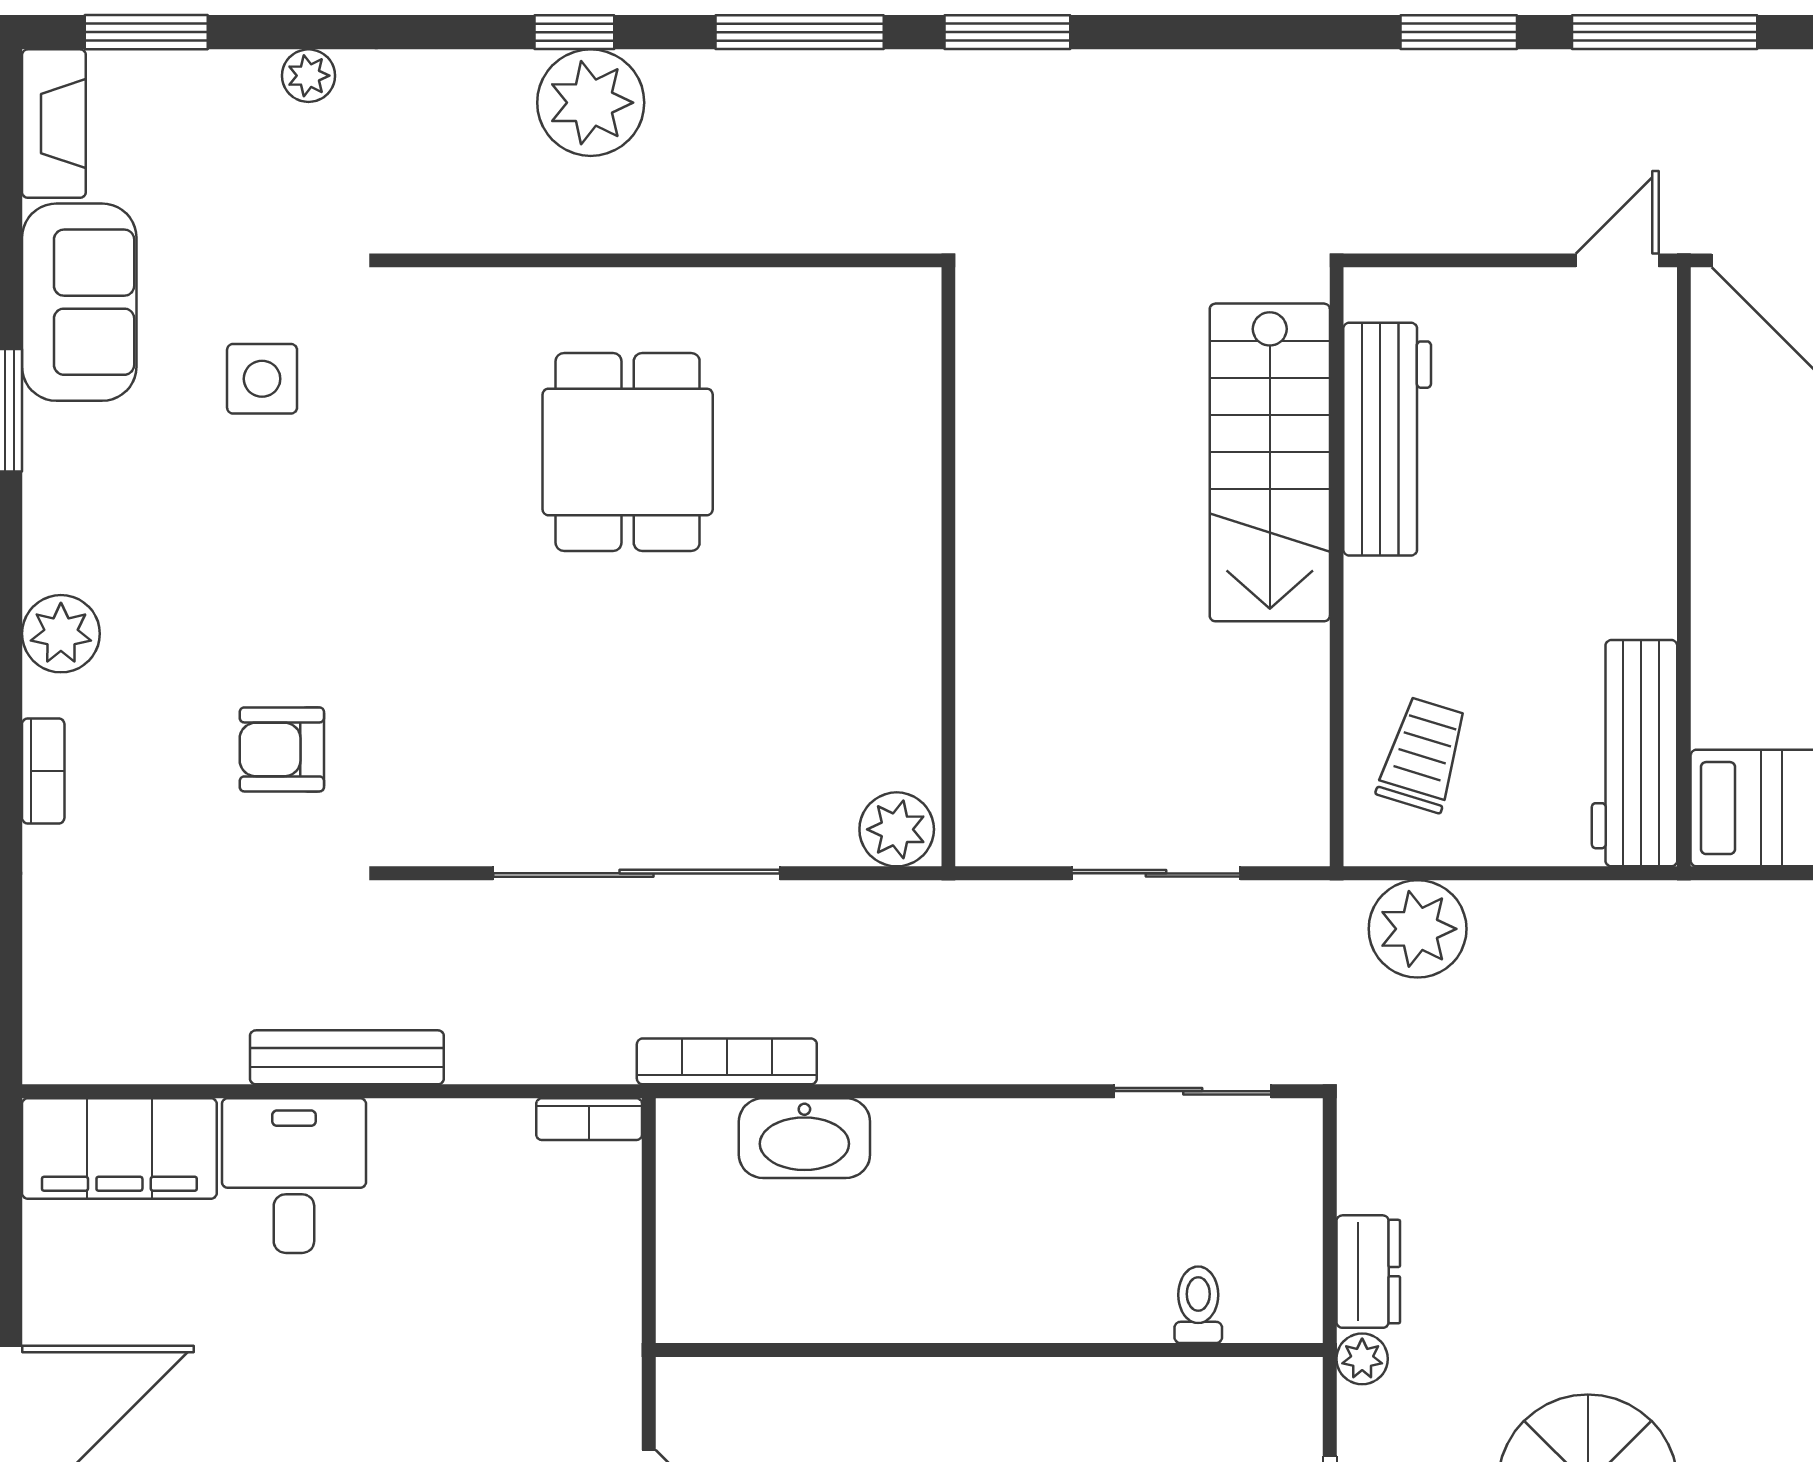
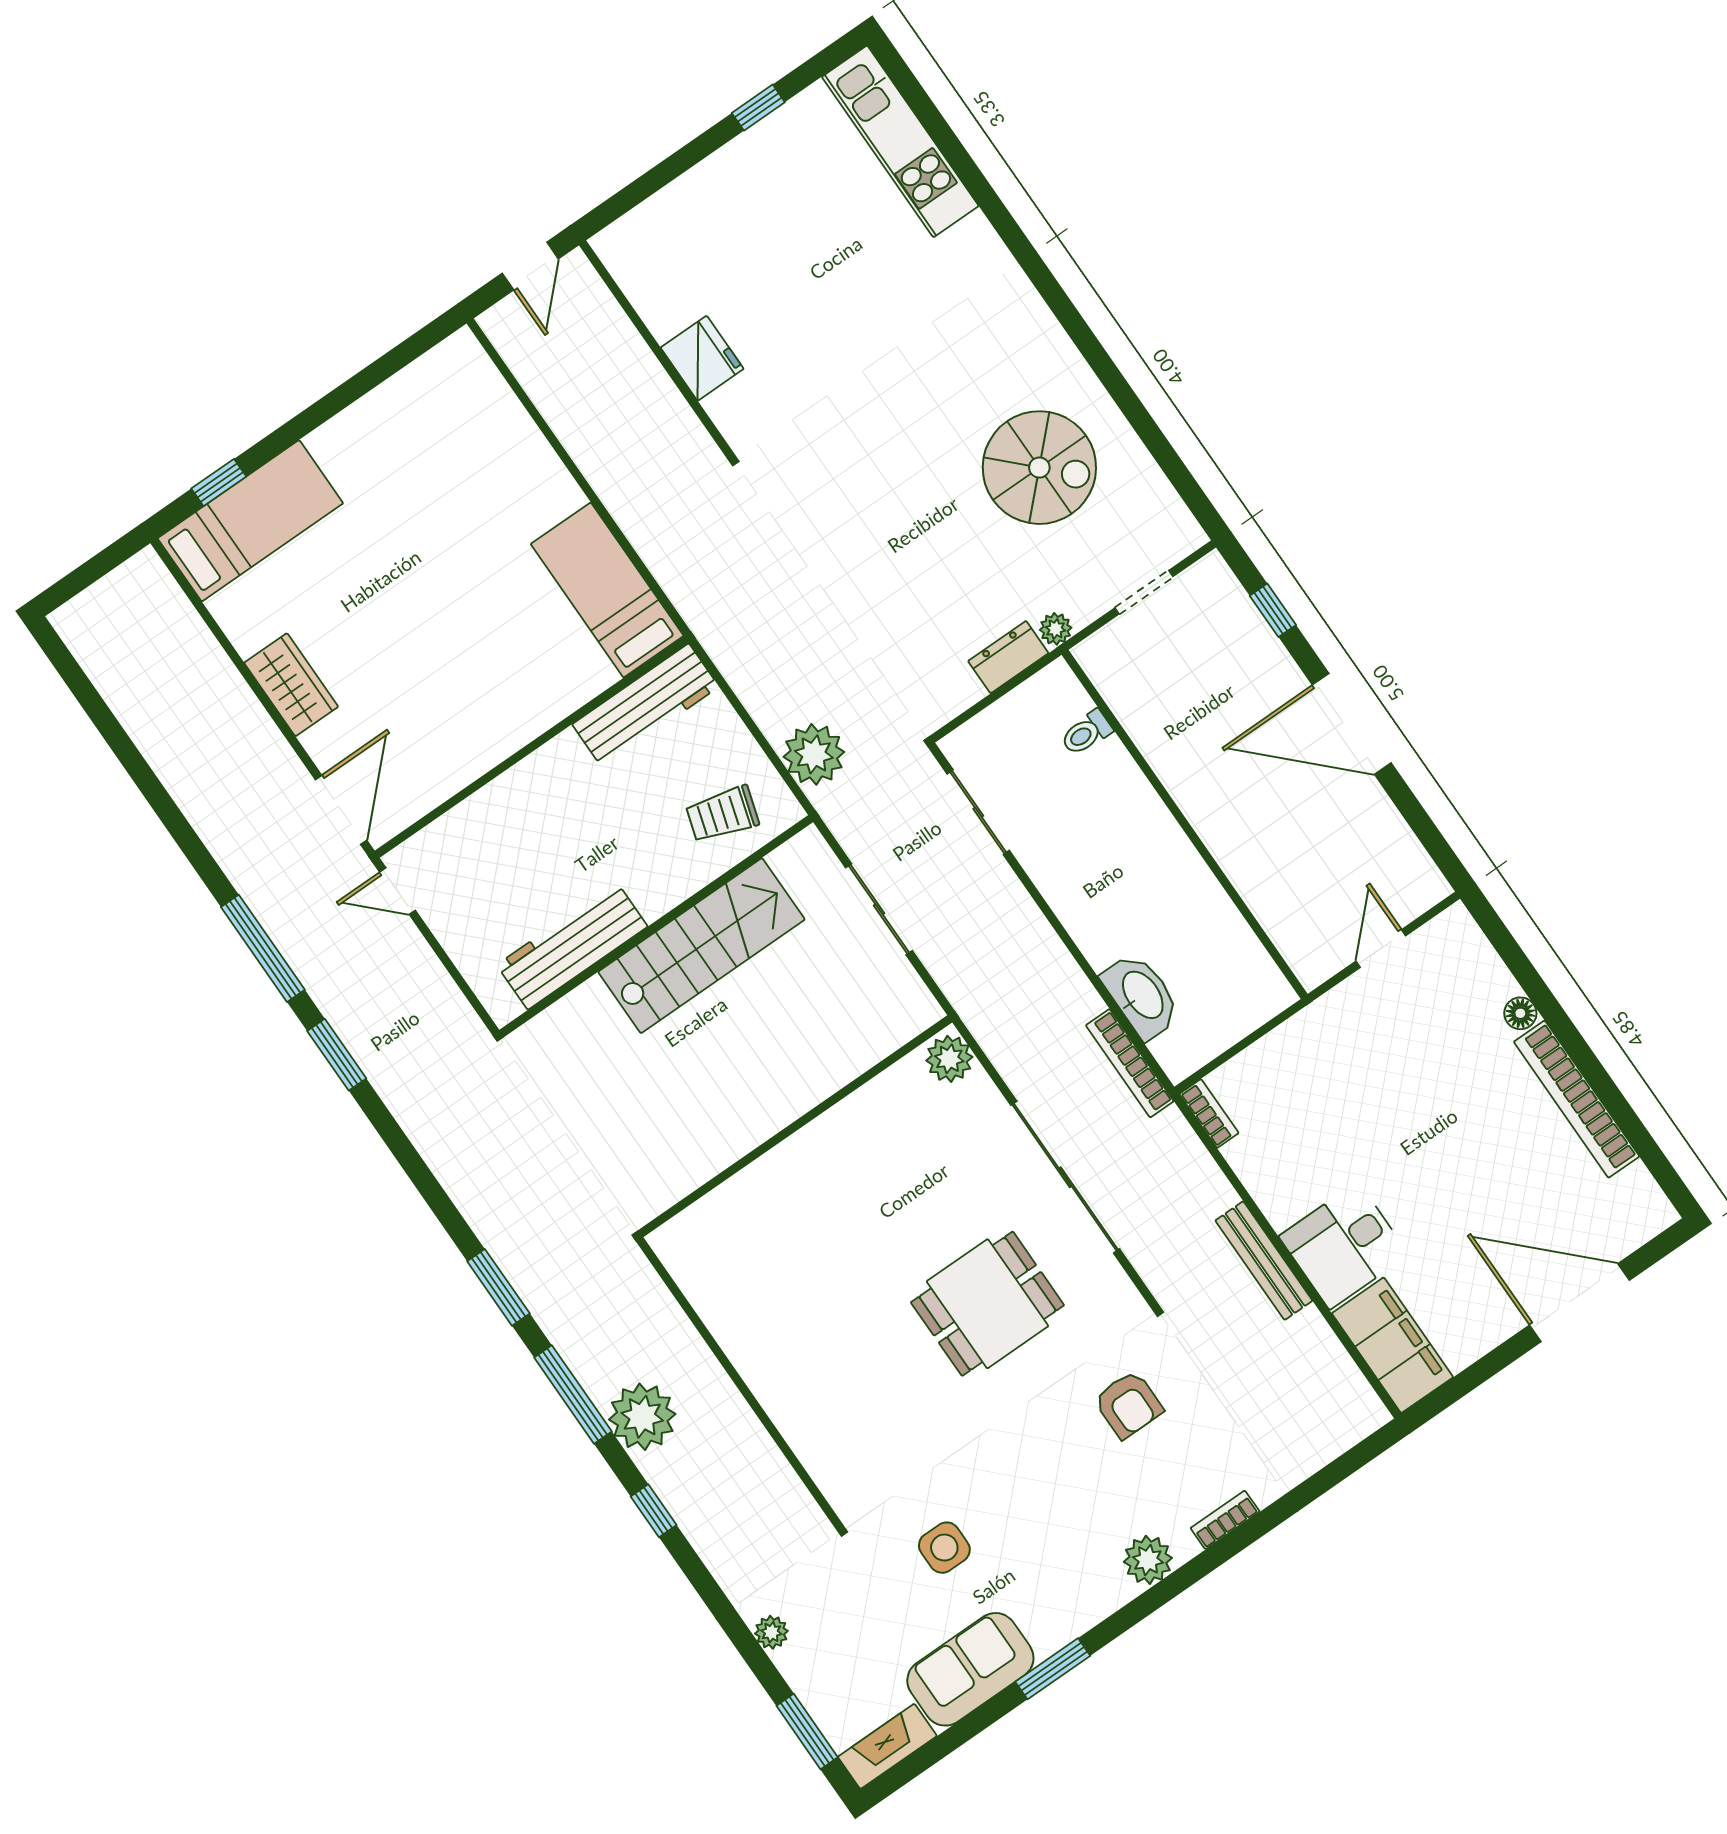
plant: (591, 103) -> (642, 1417), moved
dining table: (628, 452) -> (987, 1304), moved
stairs: (1270, 462) -> (701, 946), moved

